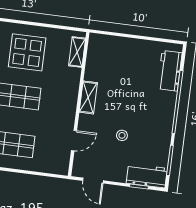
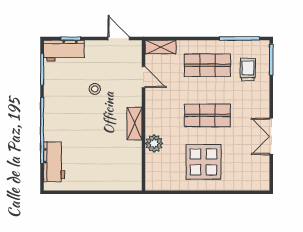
shelving: (77, 52) -> (161, 47), moved, turned 90
plant: (72, 76) -> (154, 143), added
door: (74, 141) -> (144, 77), swing flipped

